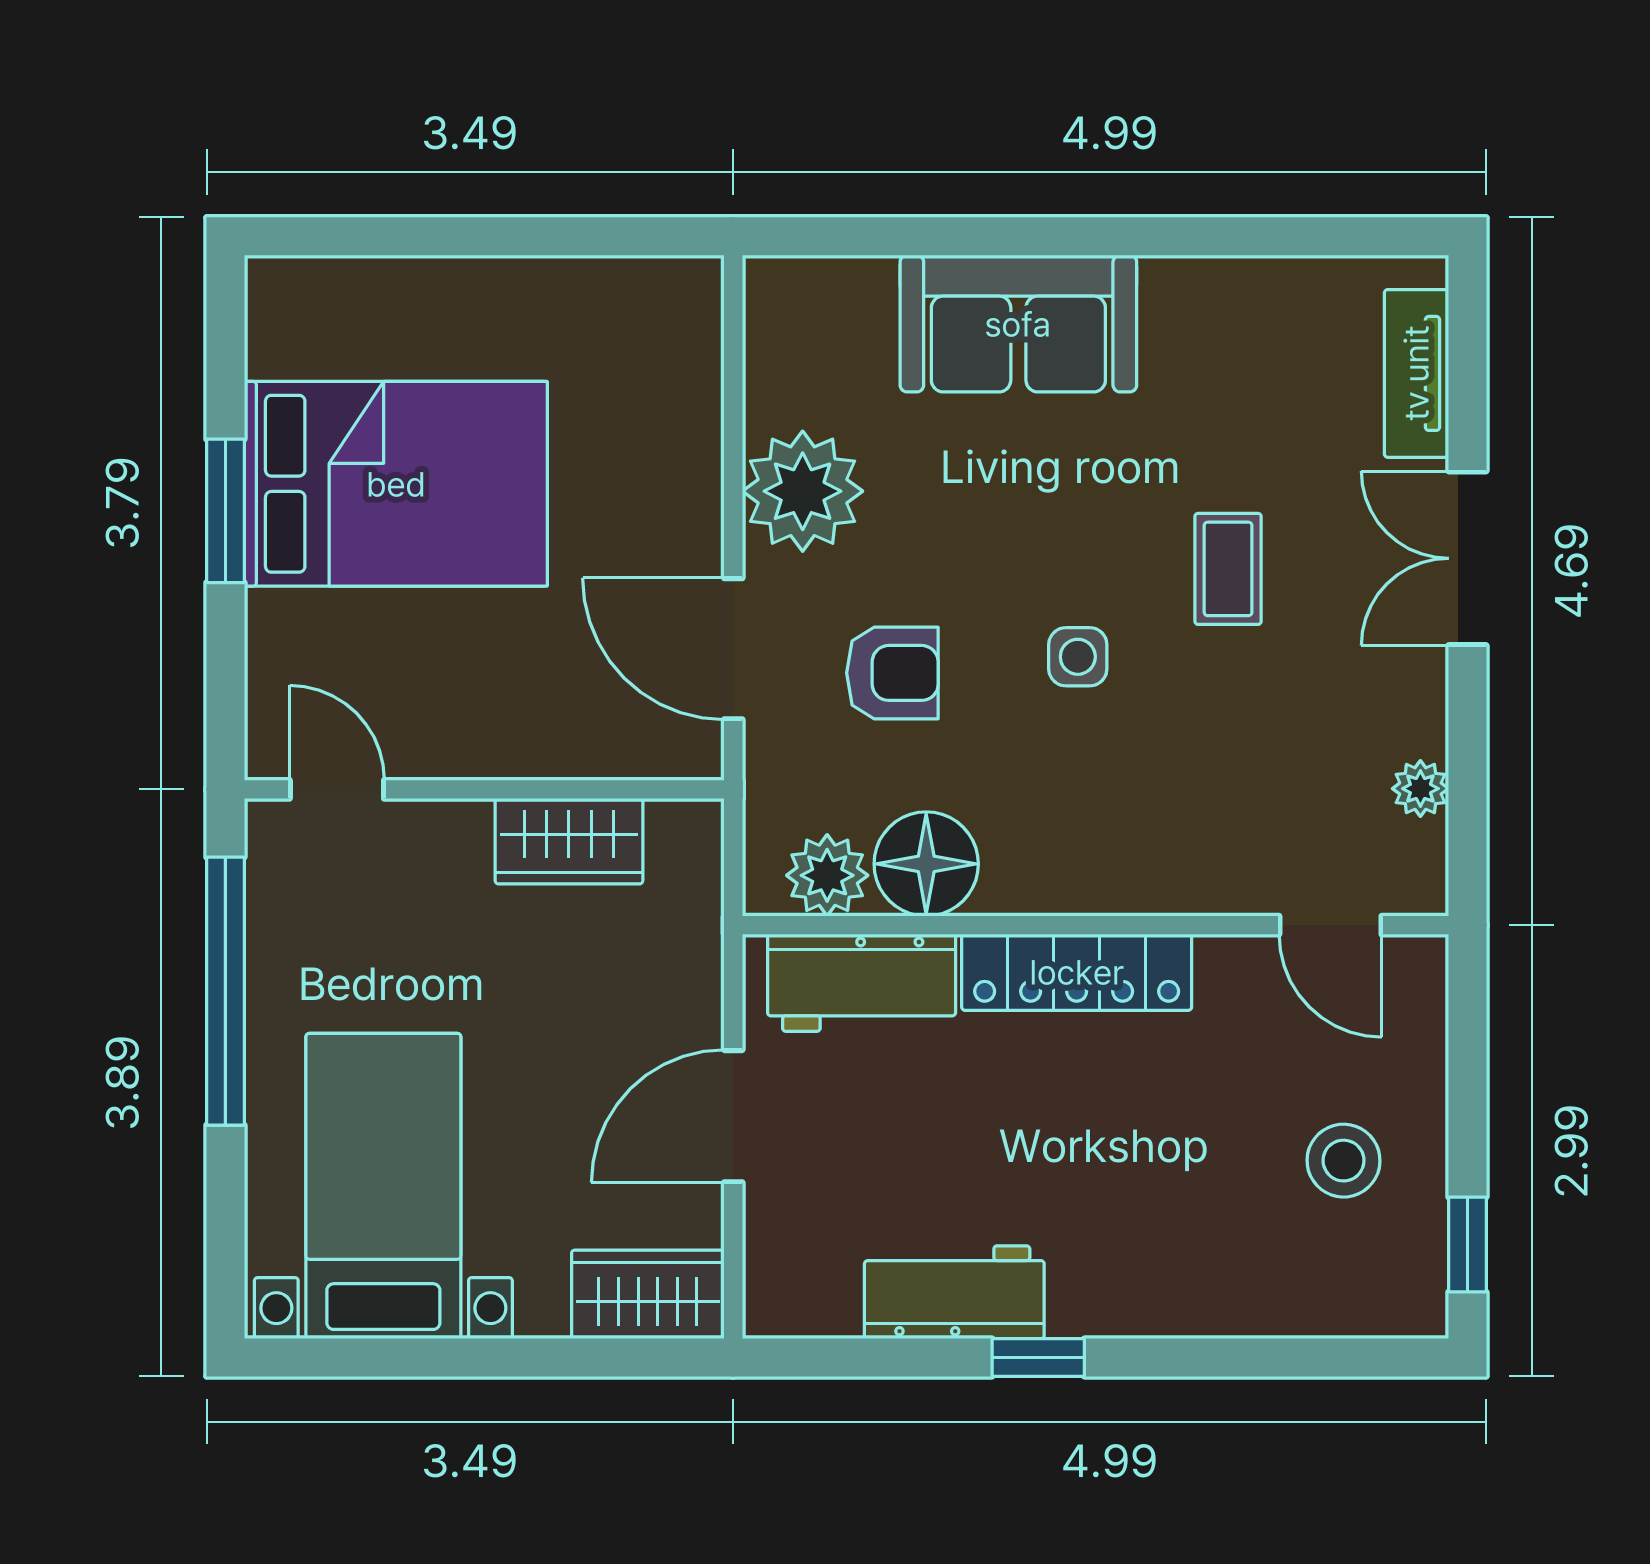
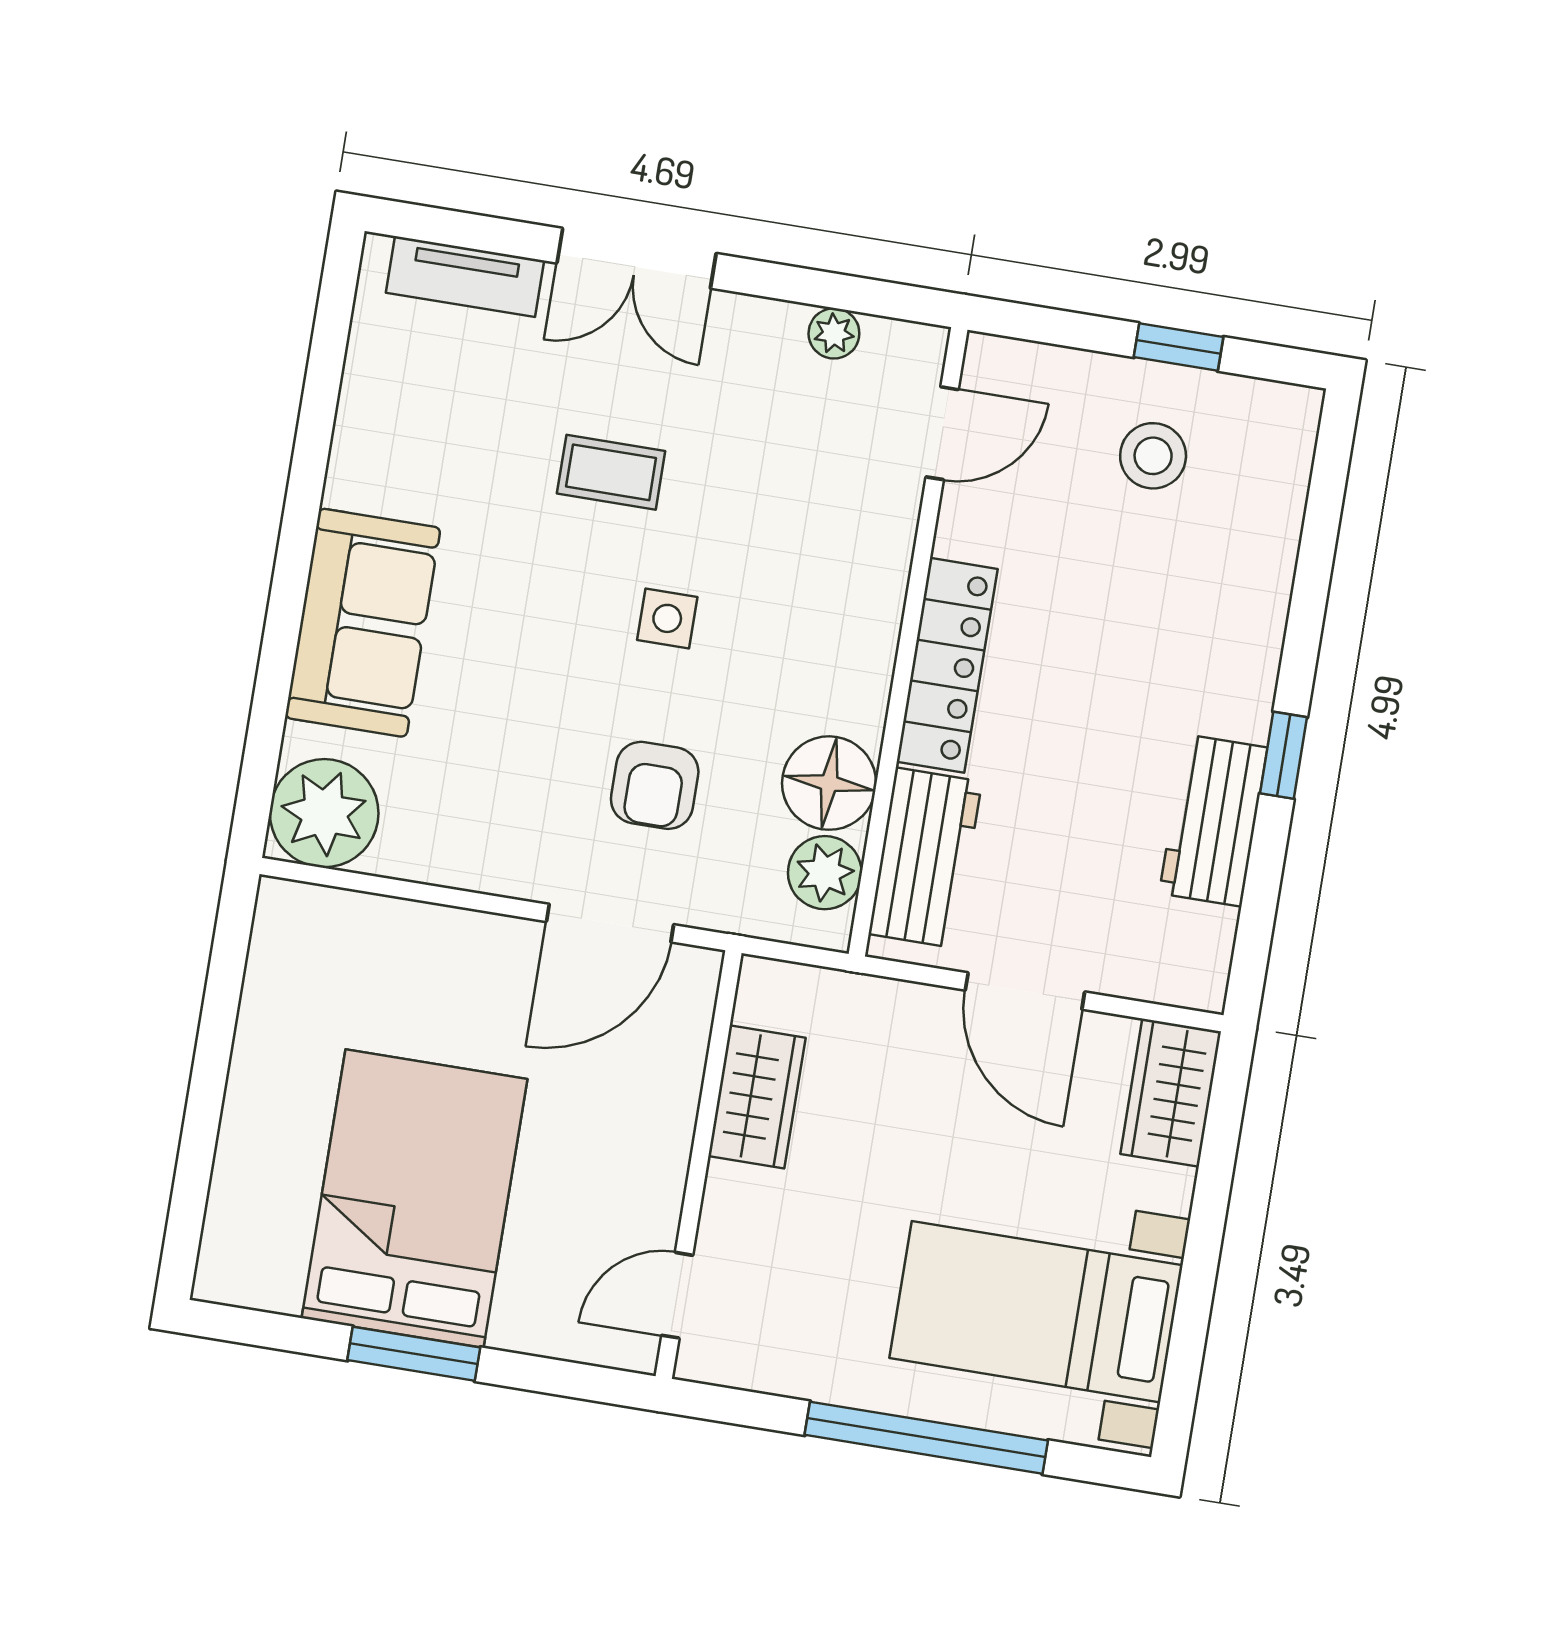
plant: (803, 491) -> (324, 813), moved
armchair: (892, 673) -> (655, 785), turned 180
window: (225, 991) -> (926, 1438), moved
window: (1467, 1244) -> (1178, 347), moved

